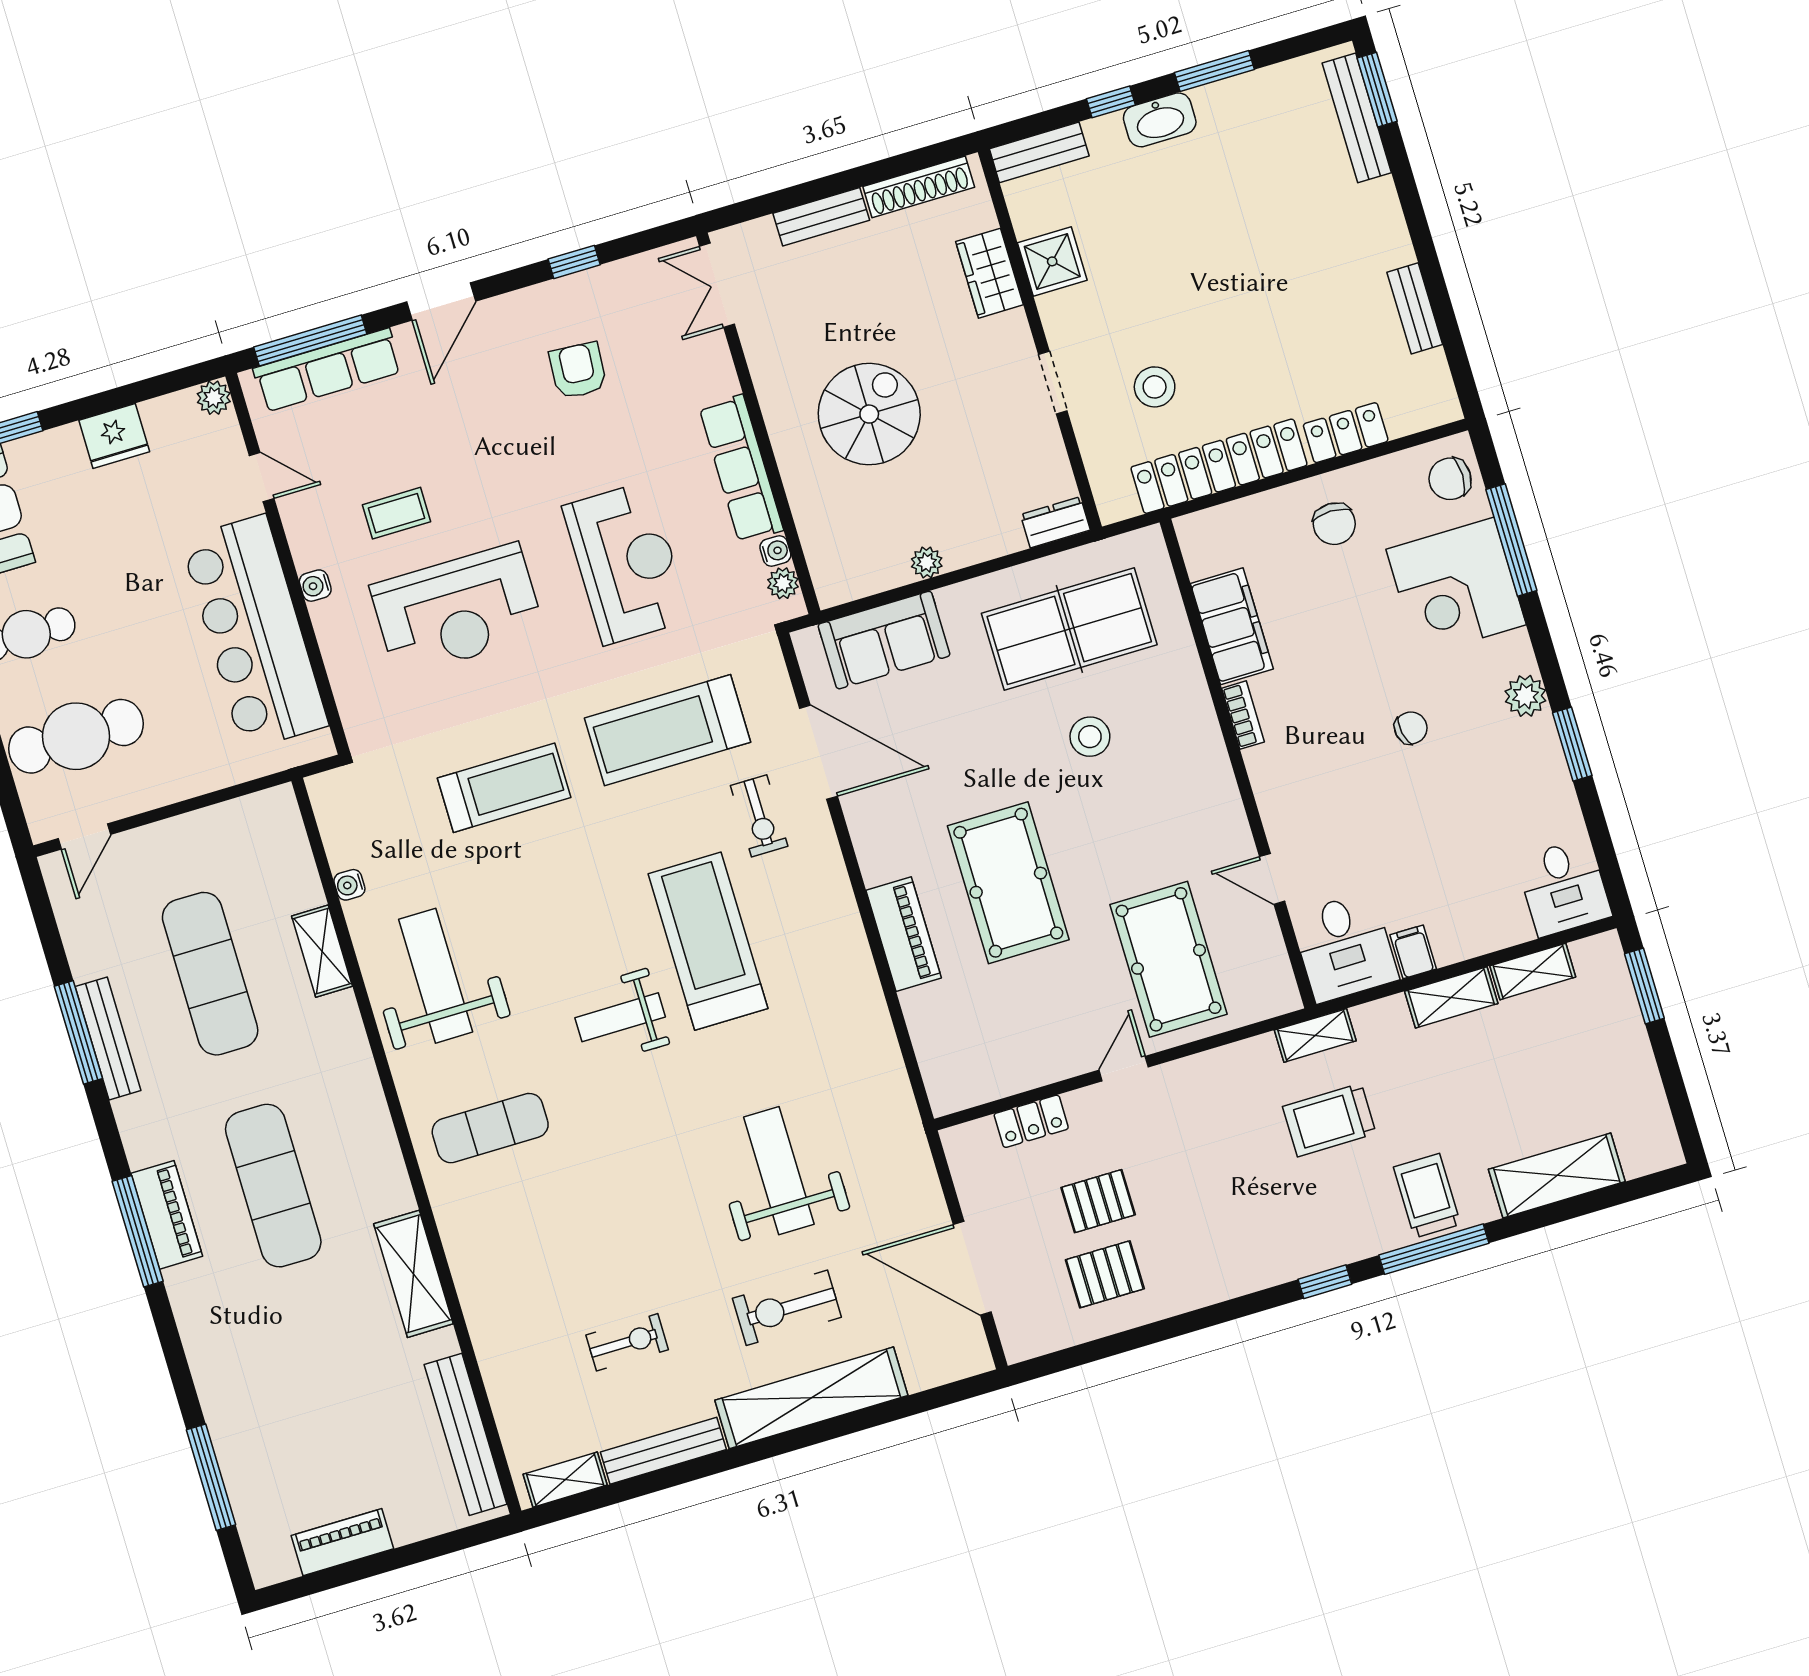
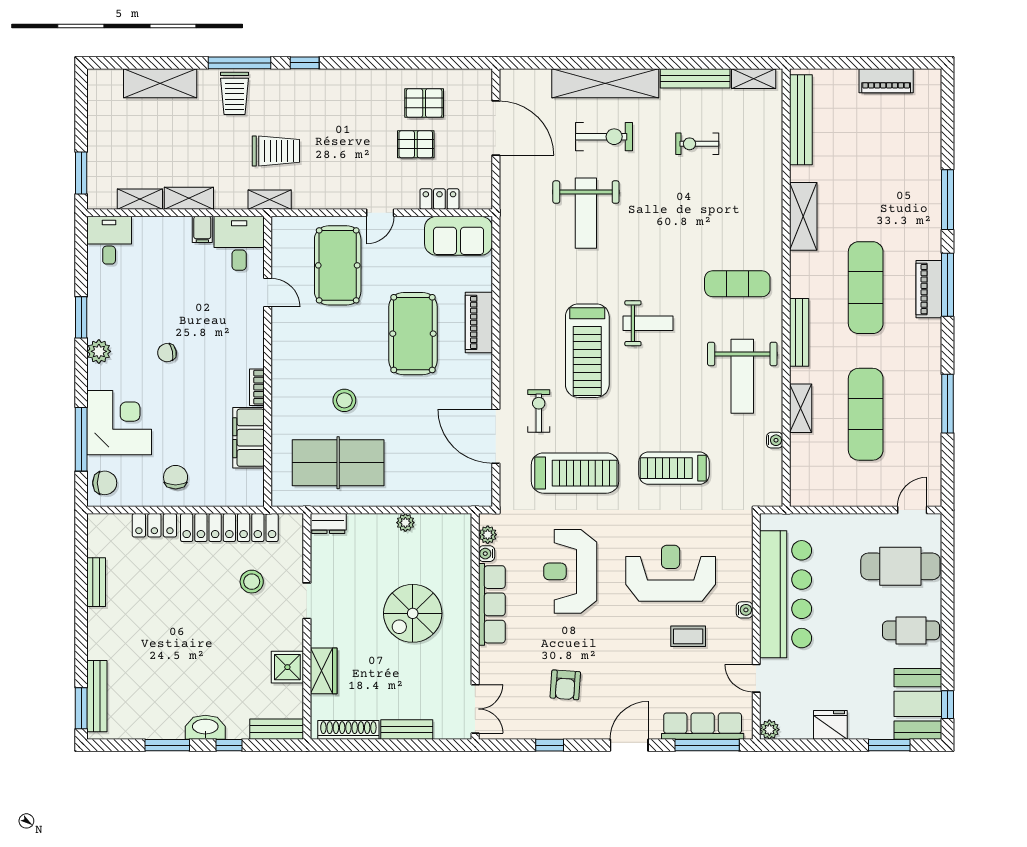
sofa: (884, 640) -> (459, 236), moved, turned 180
bench: (108, 1039) -> (799, 332), moved
window: (211, 1477) -> (947, 200), moved

